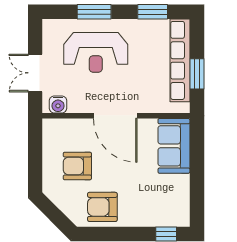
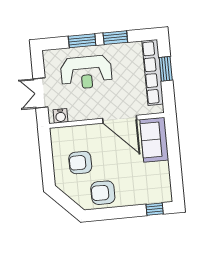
window: (153, 12) -> (115, 38), moved
window: (197, 74) -> (166, 69), moved
door: (115, 116) -> (120, 119), moved

